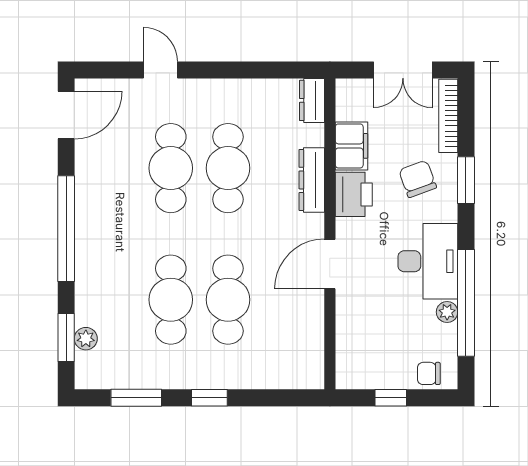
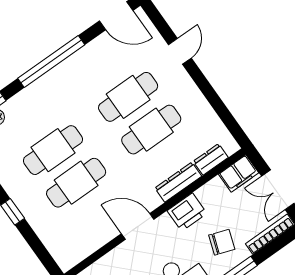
dresser: (312, 100) -> (211, 159), moved
filing cabinet: (351, 146) -> (239, 173), moved
chair: (418, 179) -> (222, 242), turned 39

